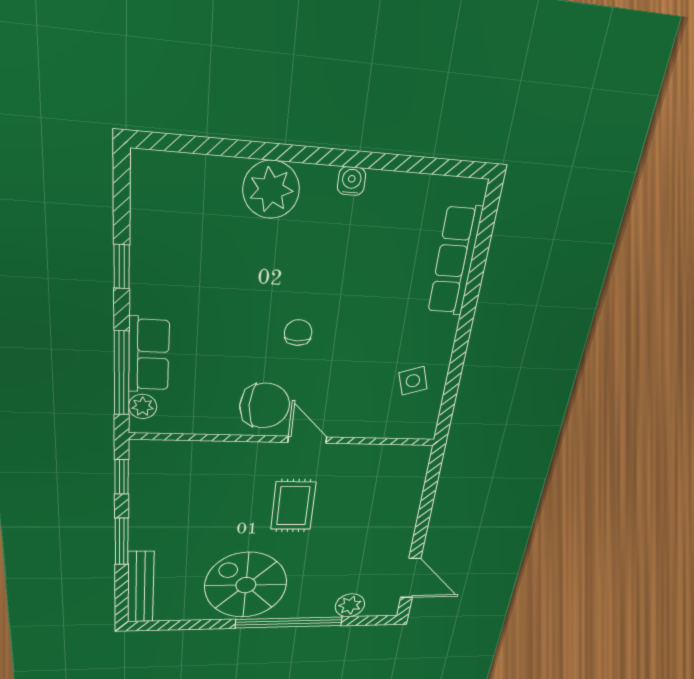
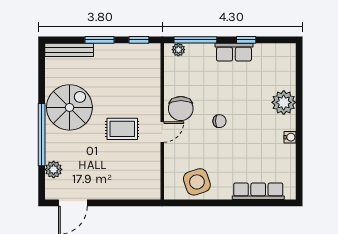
row of seats: (149, 355) -> (234, 52), moved
side table: (413, 381) -> (197, 182), width x1.87, depth x1.87

